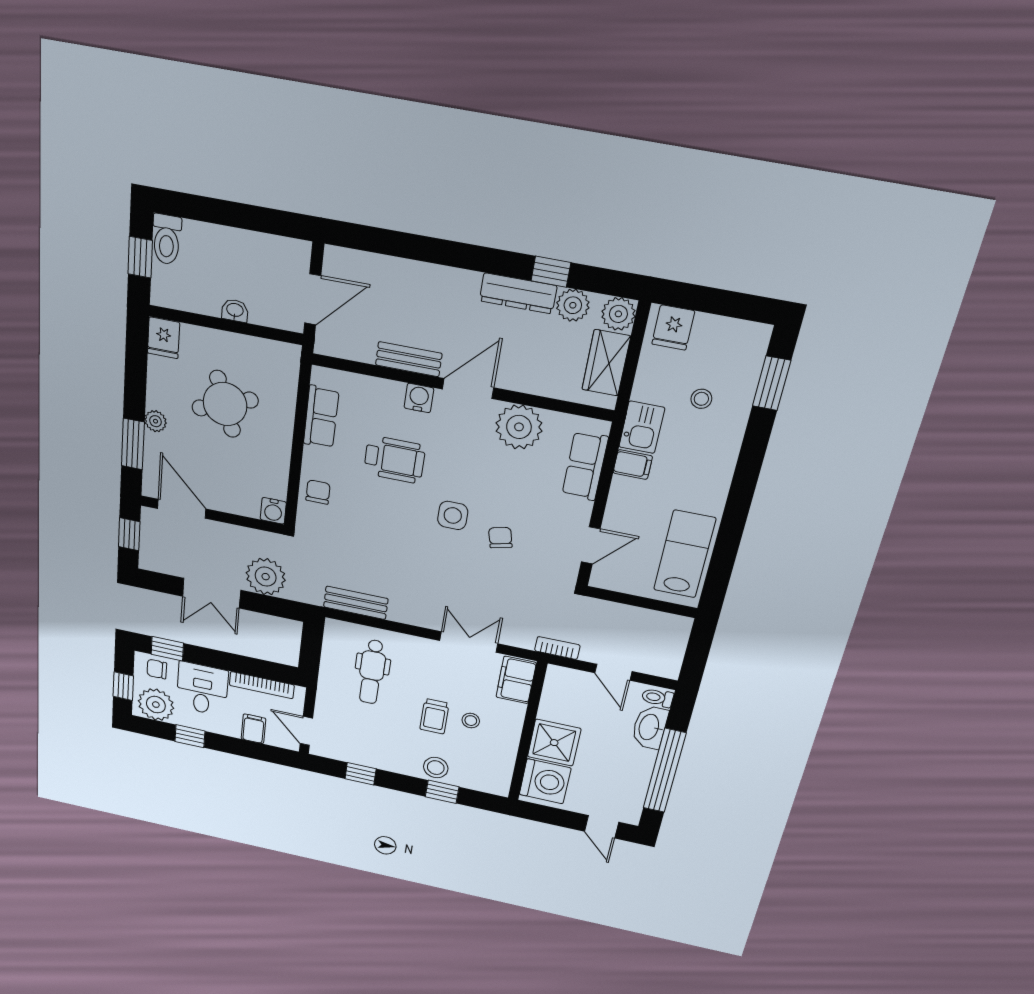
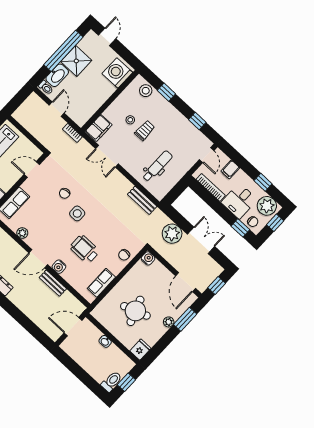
plant: (519, 427) -> (22, 233), width x0.53, depth x0.53
shower: (554, 743) -> (76, 61), moved
stool: (436, 768) -> (146, 91), moved

